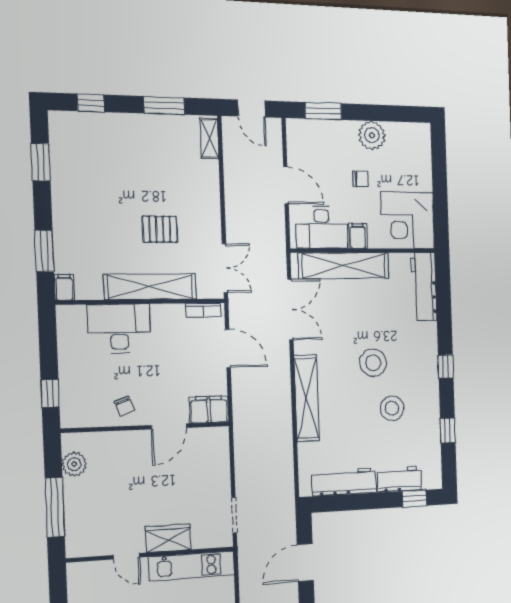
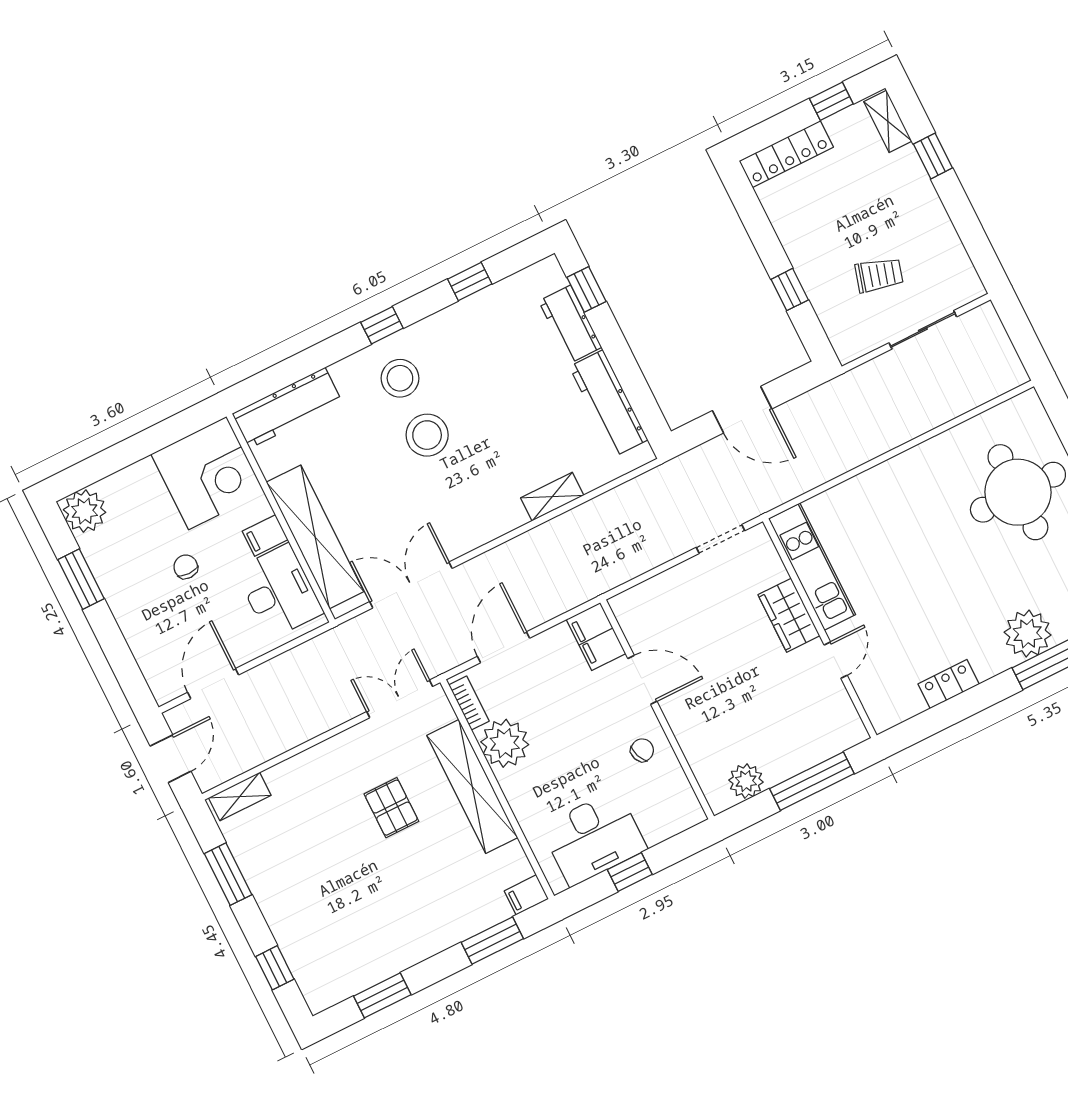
window: (323, 111) -> (81, 579), moved
plant: (372, 135) -> (85, 511), moved
door: (286, 185) -> (213, 684), moved
plant: (168, 320) -> (505, 743), added
desk: (119, 329) -> (594, 838), moved, turned -90
window: (50, 393) -> (630, 872), moved
shelving: (307, 398) -> (552, 497), width x0.45, depth x0.75
stool: (392, 408) -> (400, 378), moved

